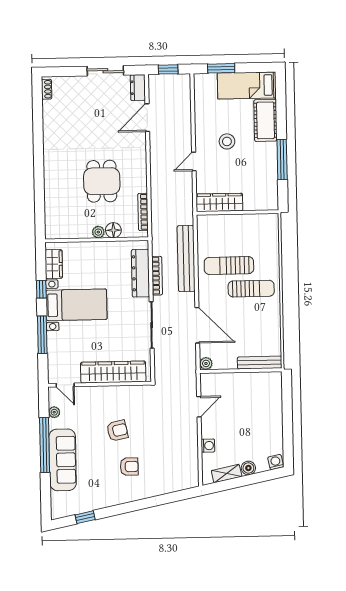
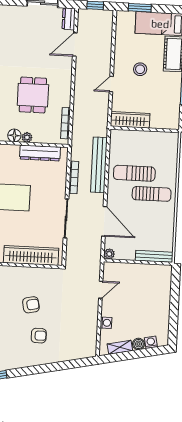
floor lamp: (113, 230) -> (14, 135), moved
dresser: (140, 273) -> (40, 153), moved, turned -90
washing machine: (276, 462) -> (151, 342), moved

